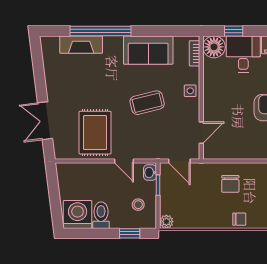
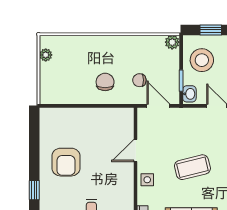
door: (201, 133) -> (136, 150), moved
stool: (138, 205) -> (202, 60), width x1.89, depth x1.89
chair: (239, 219) -> (139, 80), moved

